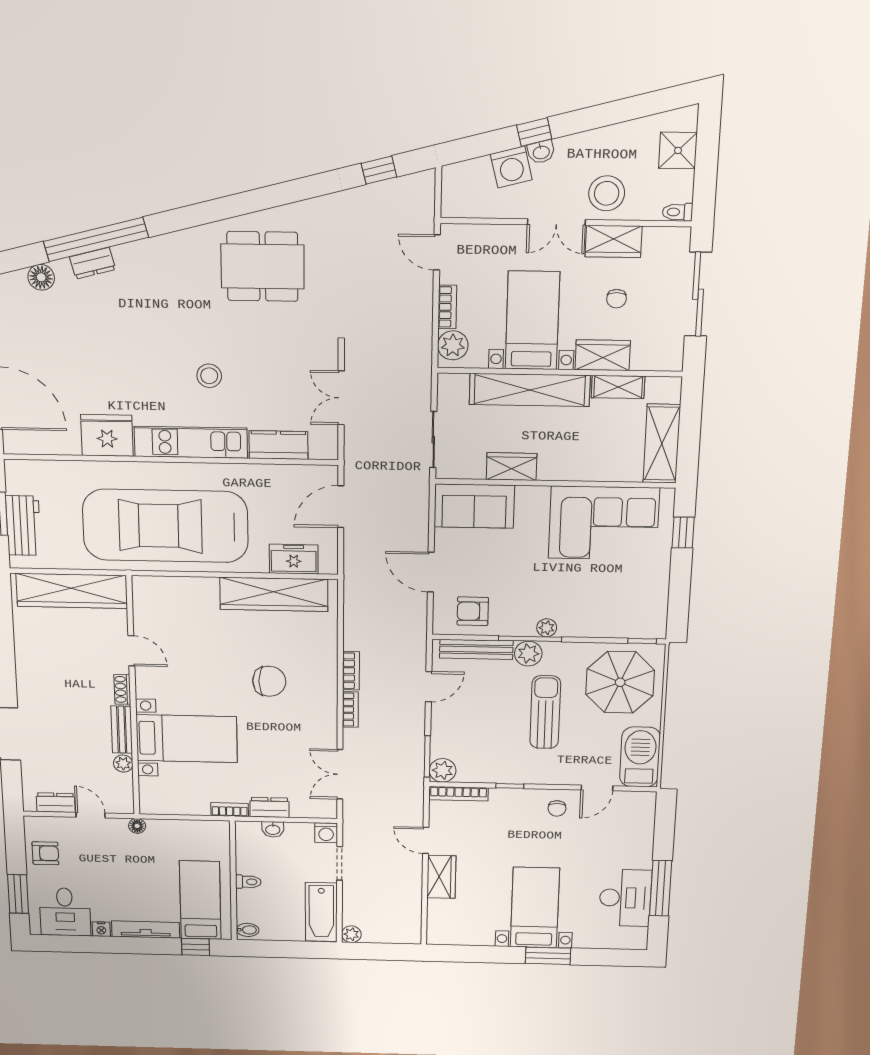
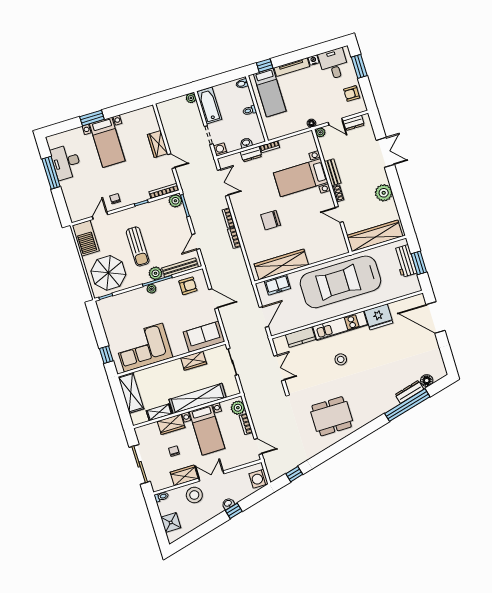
washing machine: (511, 167) -> (259, 479), moved, turned -76
dresser: (93, 263) -> (409, 392), width x1.44
car: (165, 526) -> (340, 282), turned 180
plant: (32, 664) -> (384, 193), added
plant: (123, 764) -> (320, 132), moved

